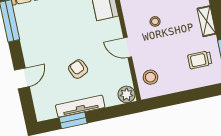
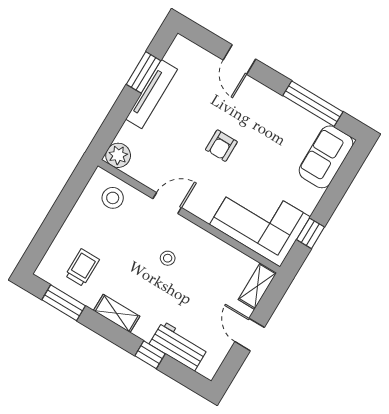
armchair: (78, 69) -> (221, 146), moved, turned 114

